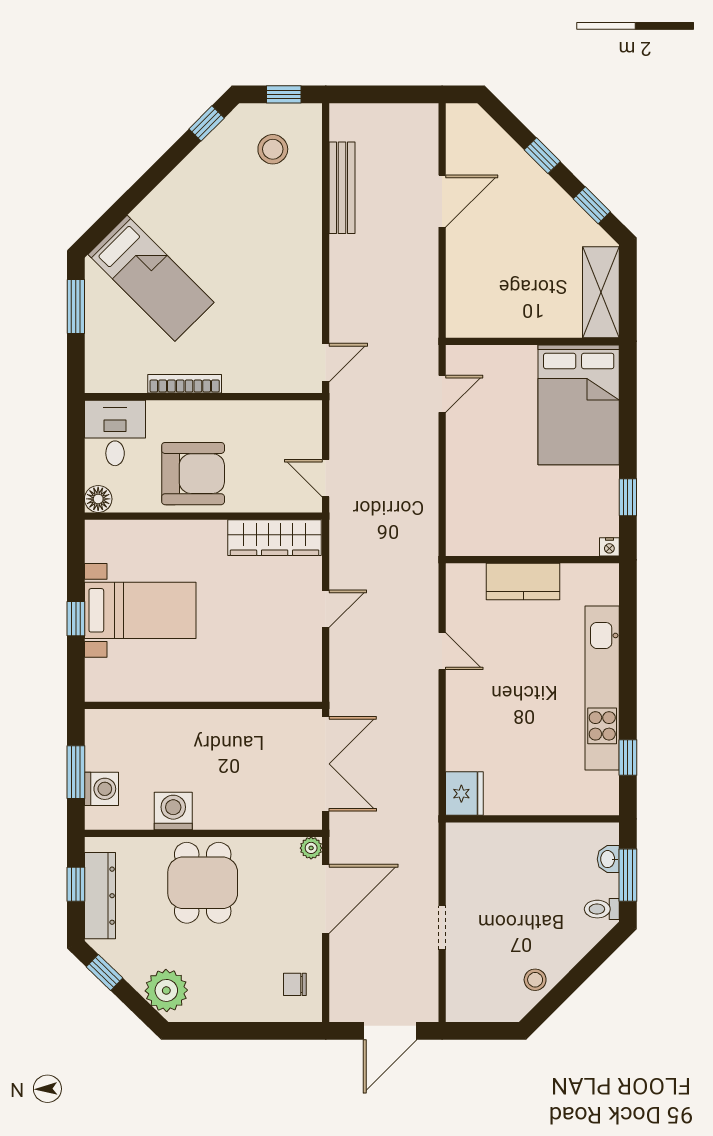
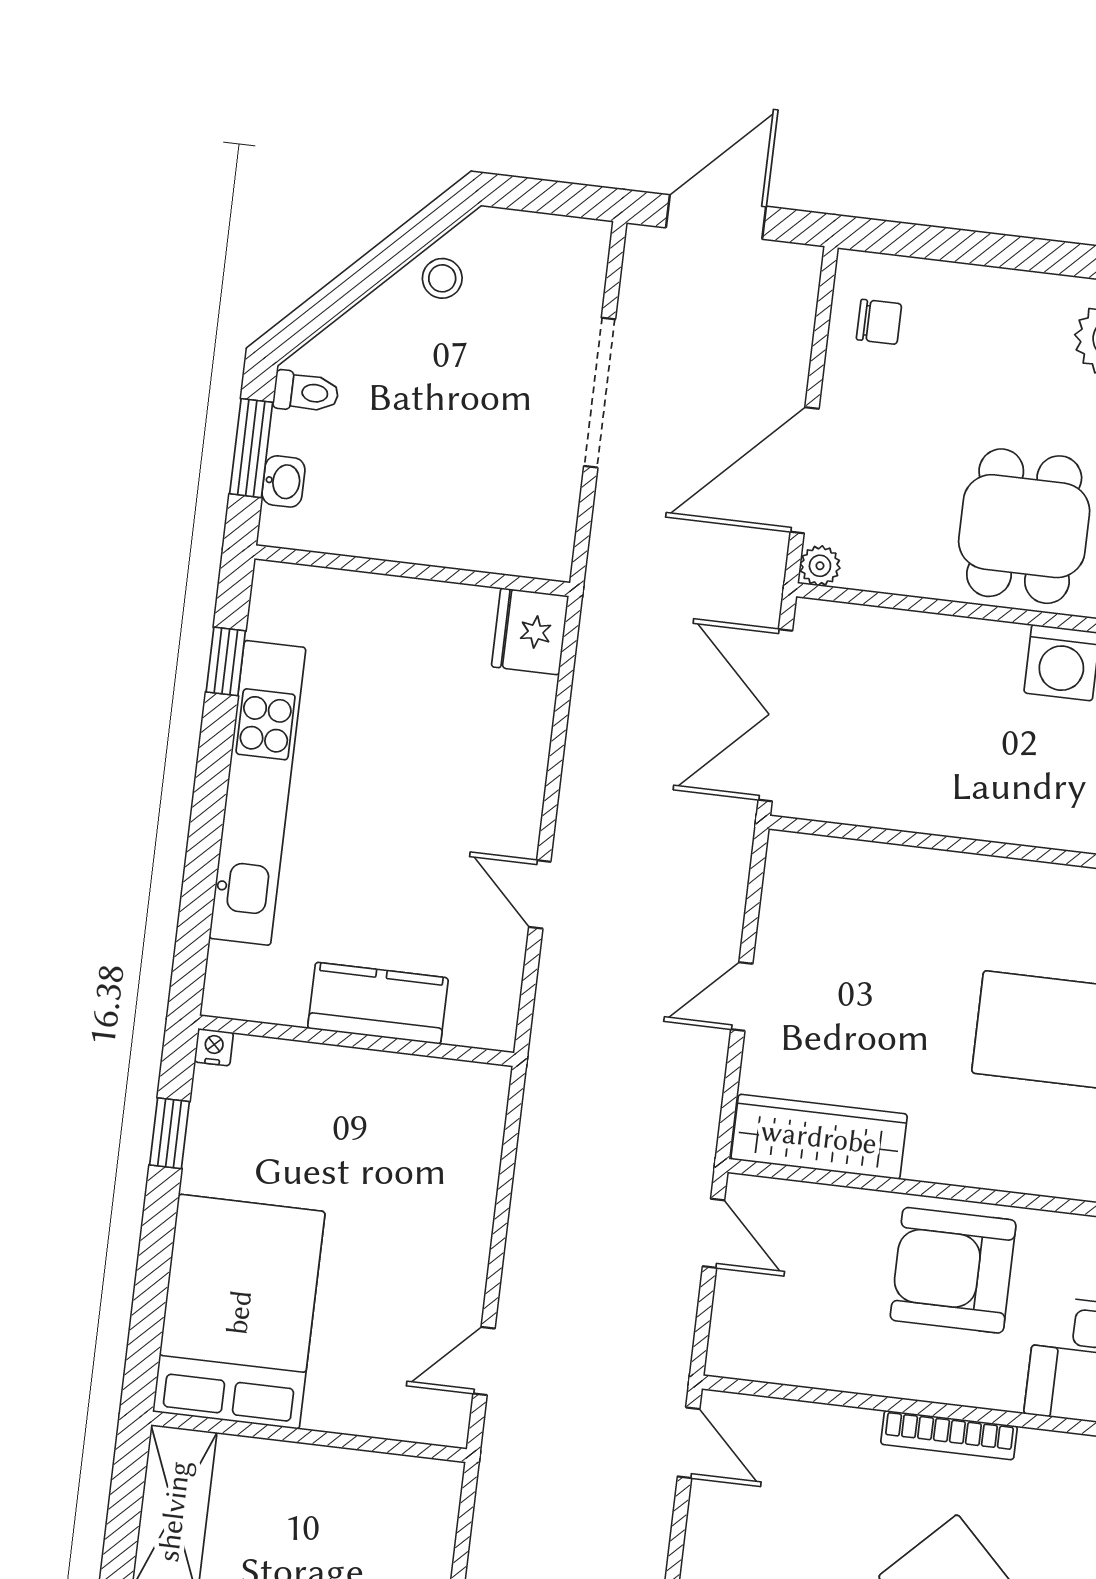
door: (326, 363) -> (689, 1443), swing flipped
doorway: (442, 928) -> (600, 393), width x1.87

